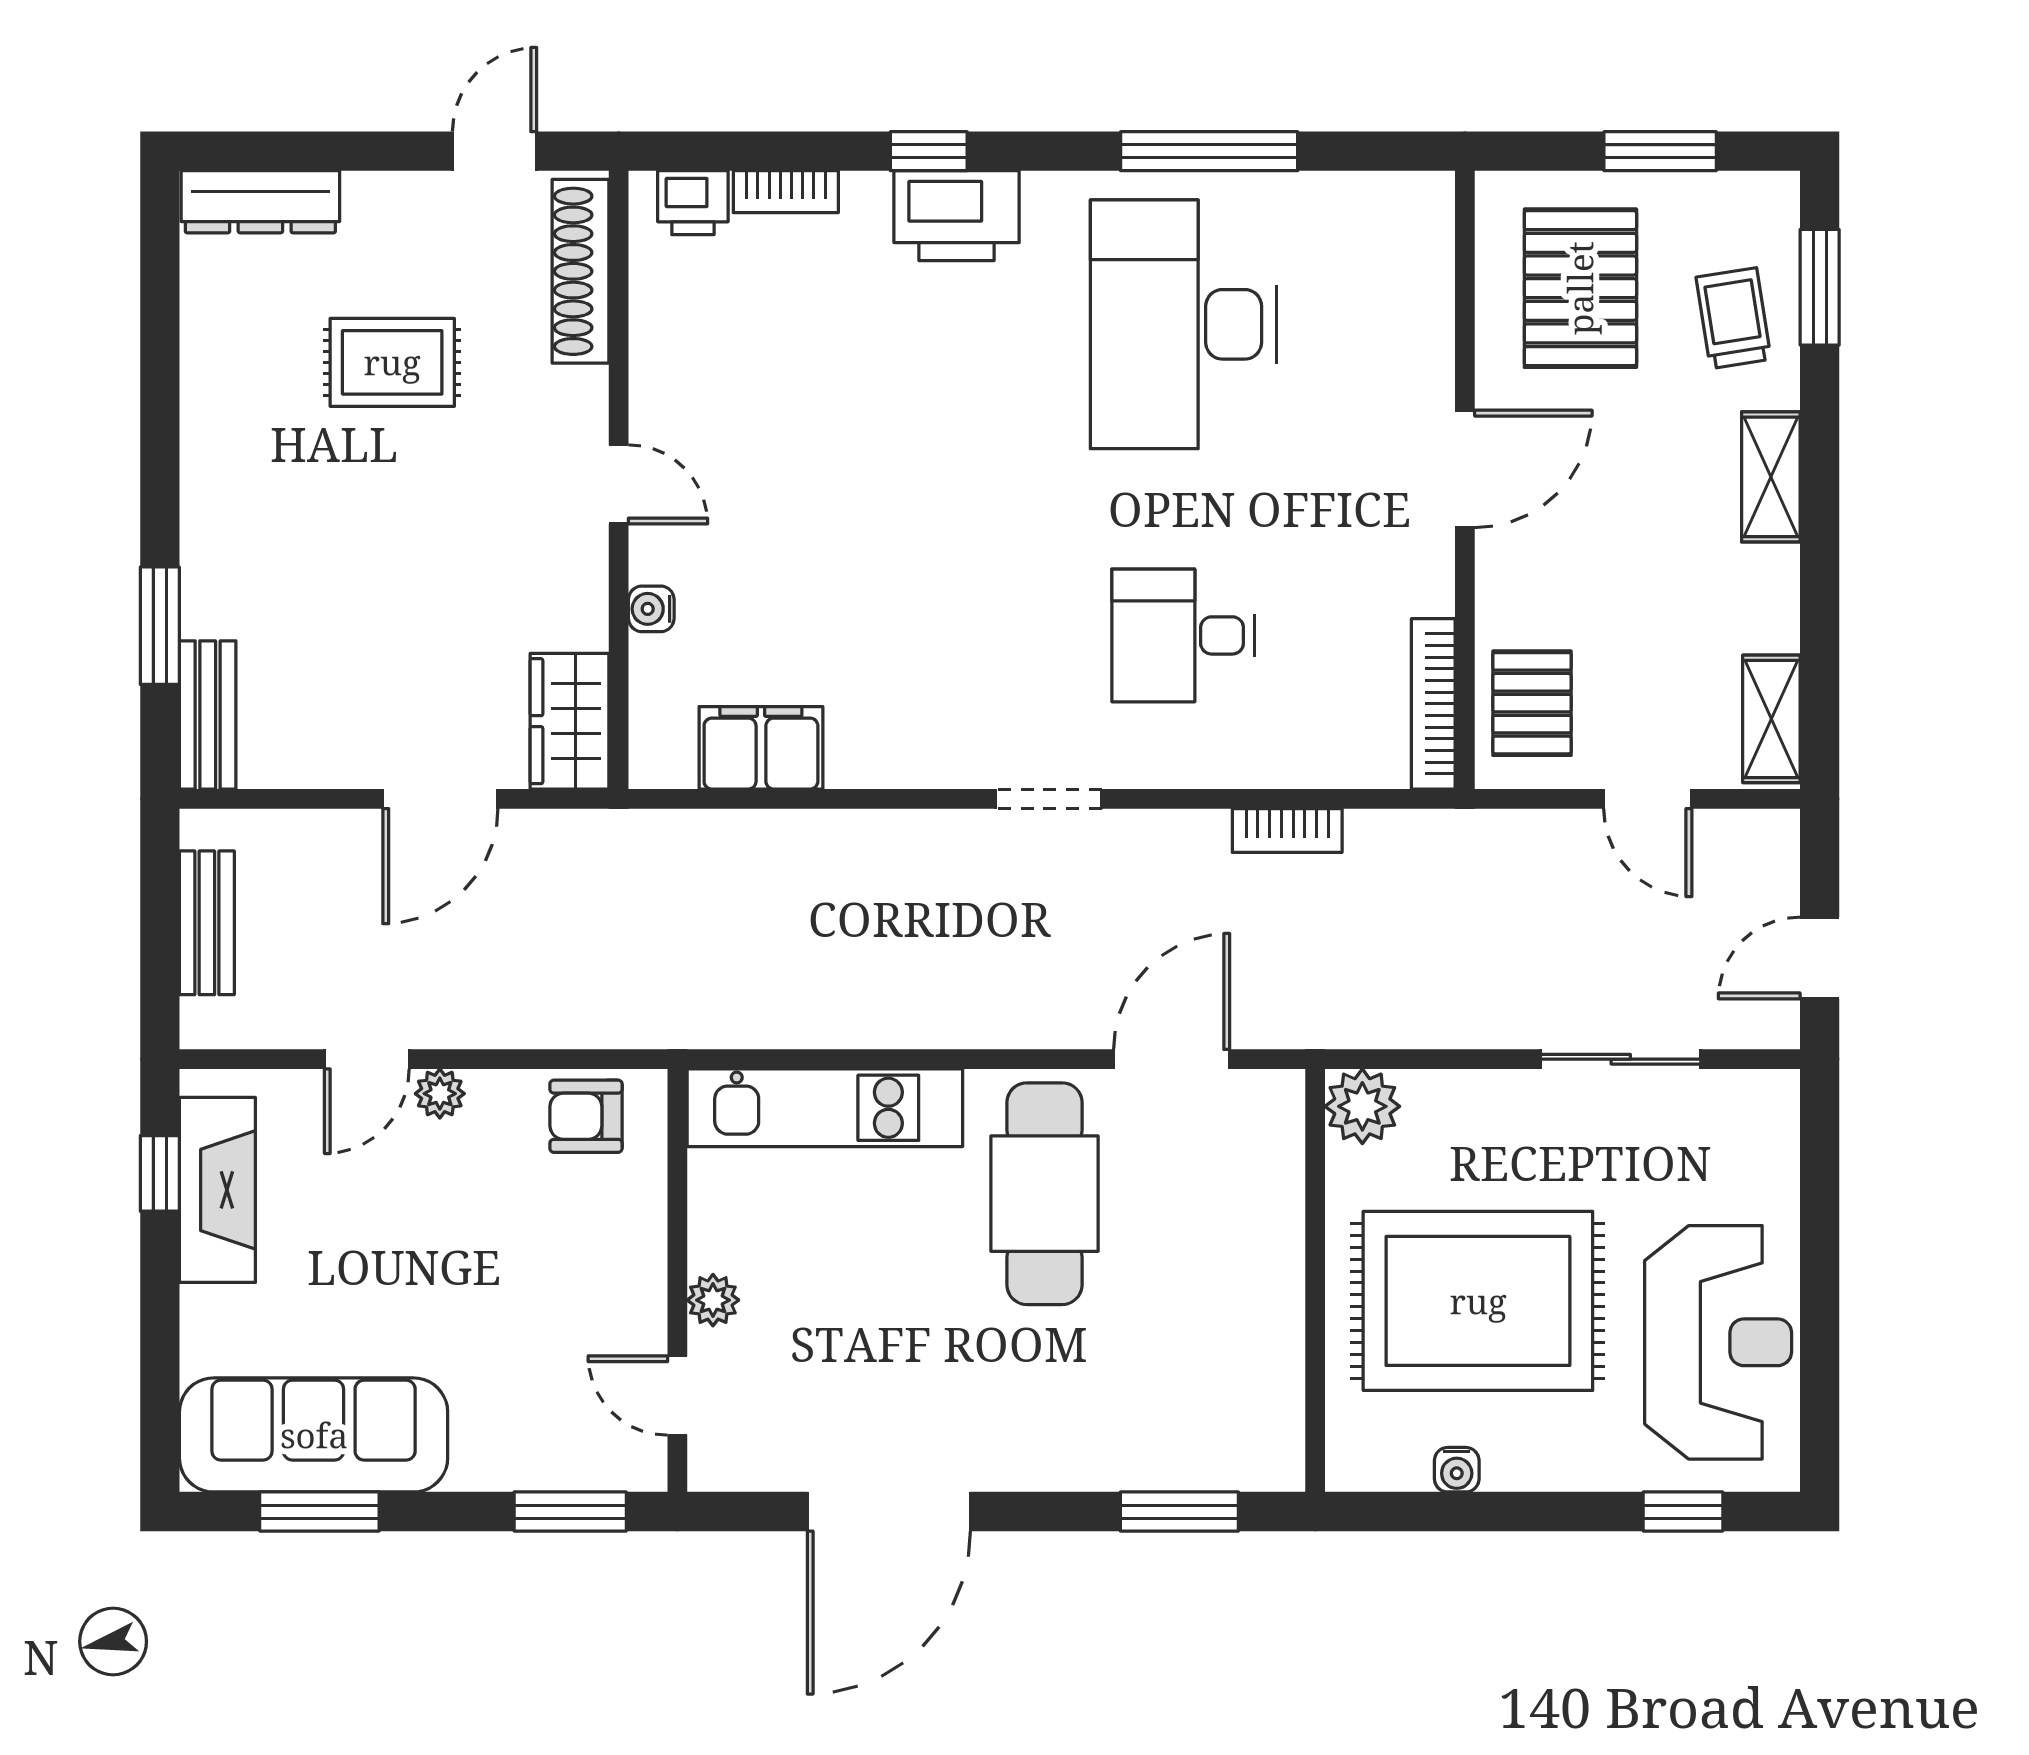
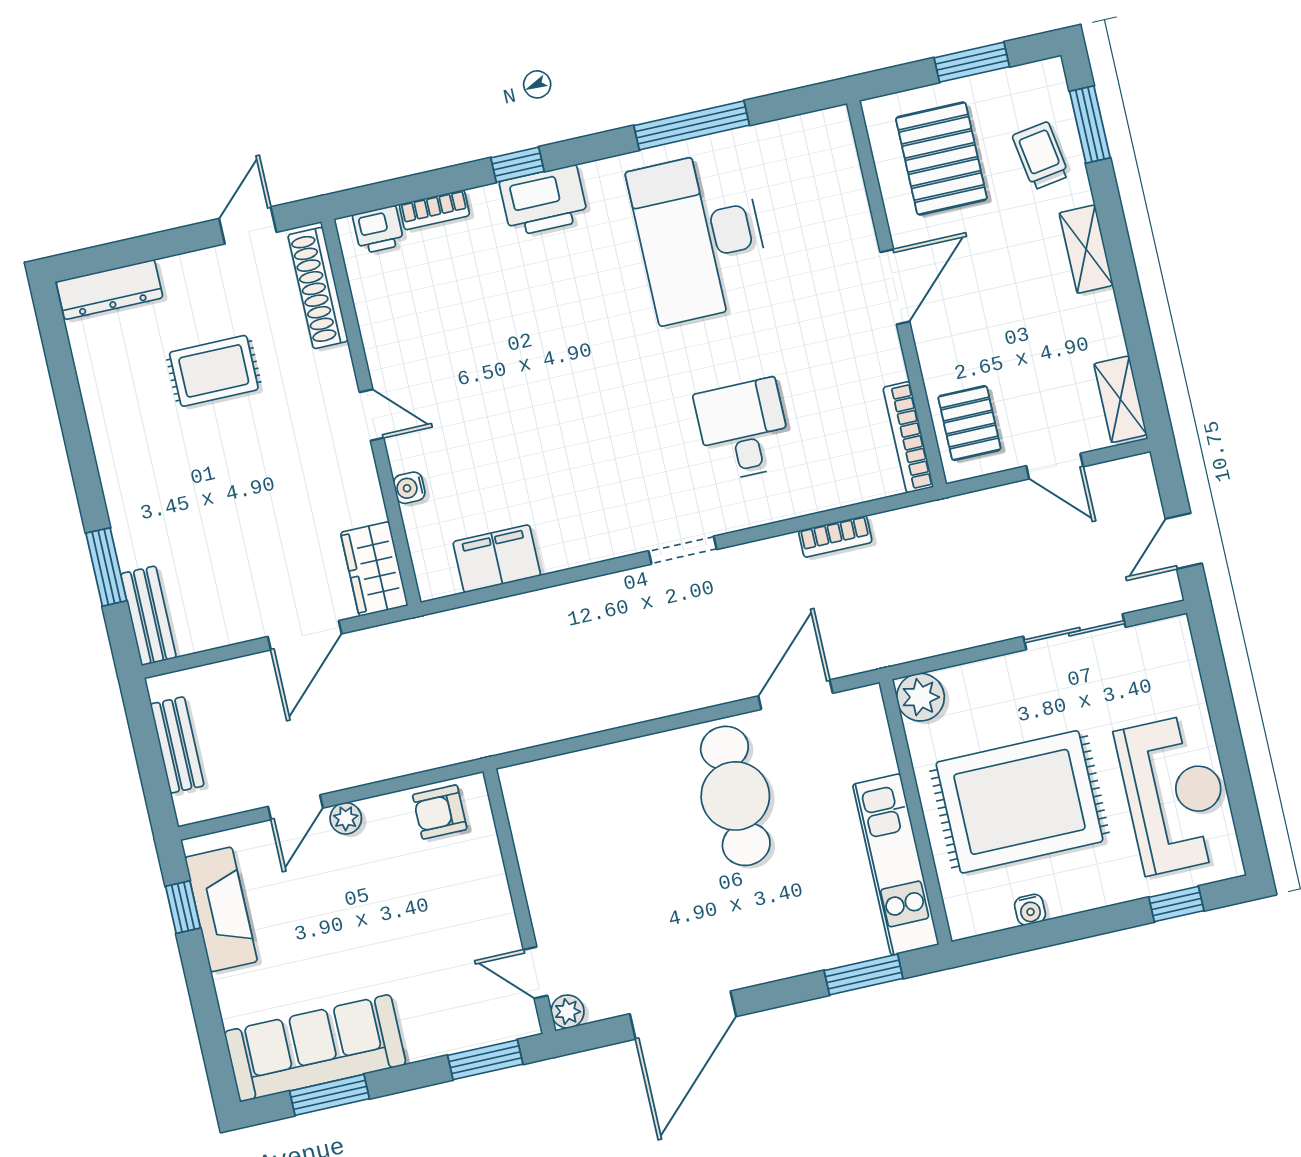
desk: (1183, 635) -> (743, 430), turned 90
kitchen unit: (825, 1108) -> (896, 865), moved, turned 90
plant: (713, 1300) -> (568, 1012), moved

